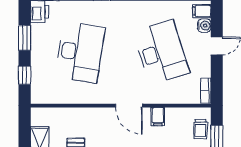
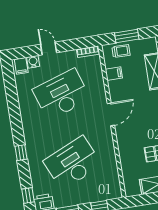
desk: (80, 52) -> (72, 163), turned -33
filing cabinet: (158, 117) -> (114, 74), moved

